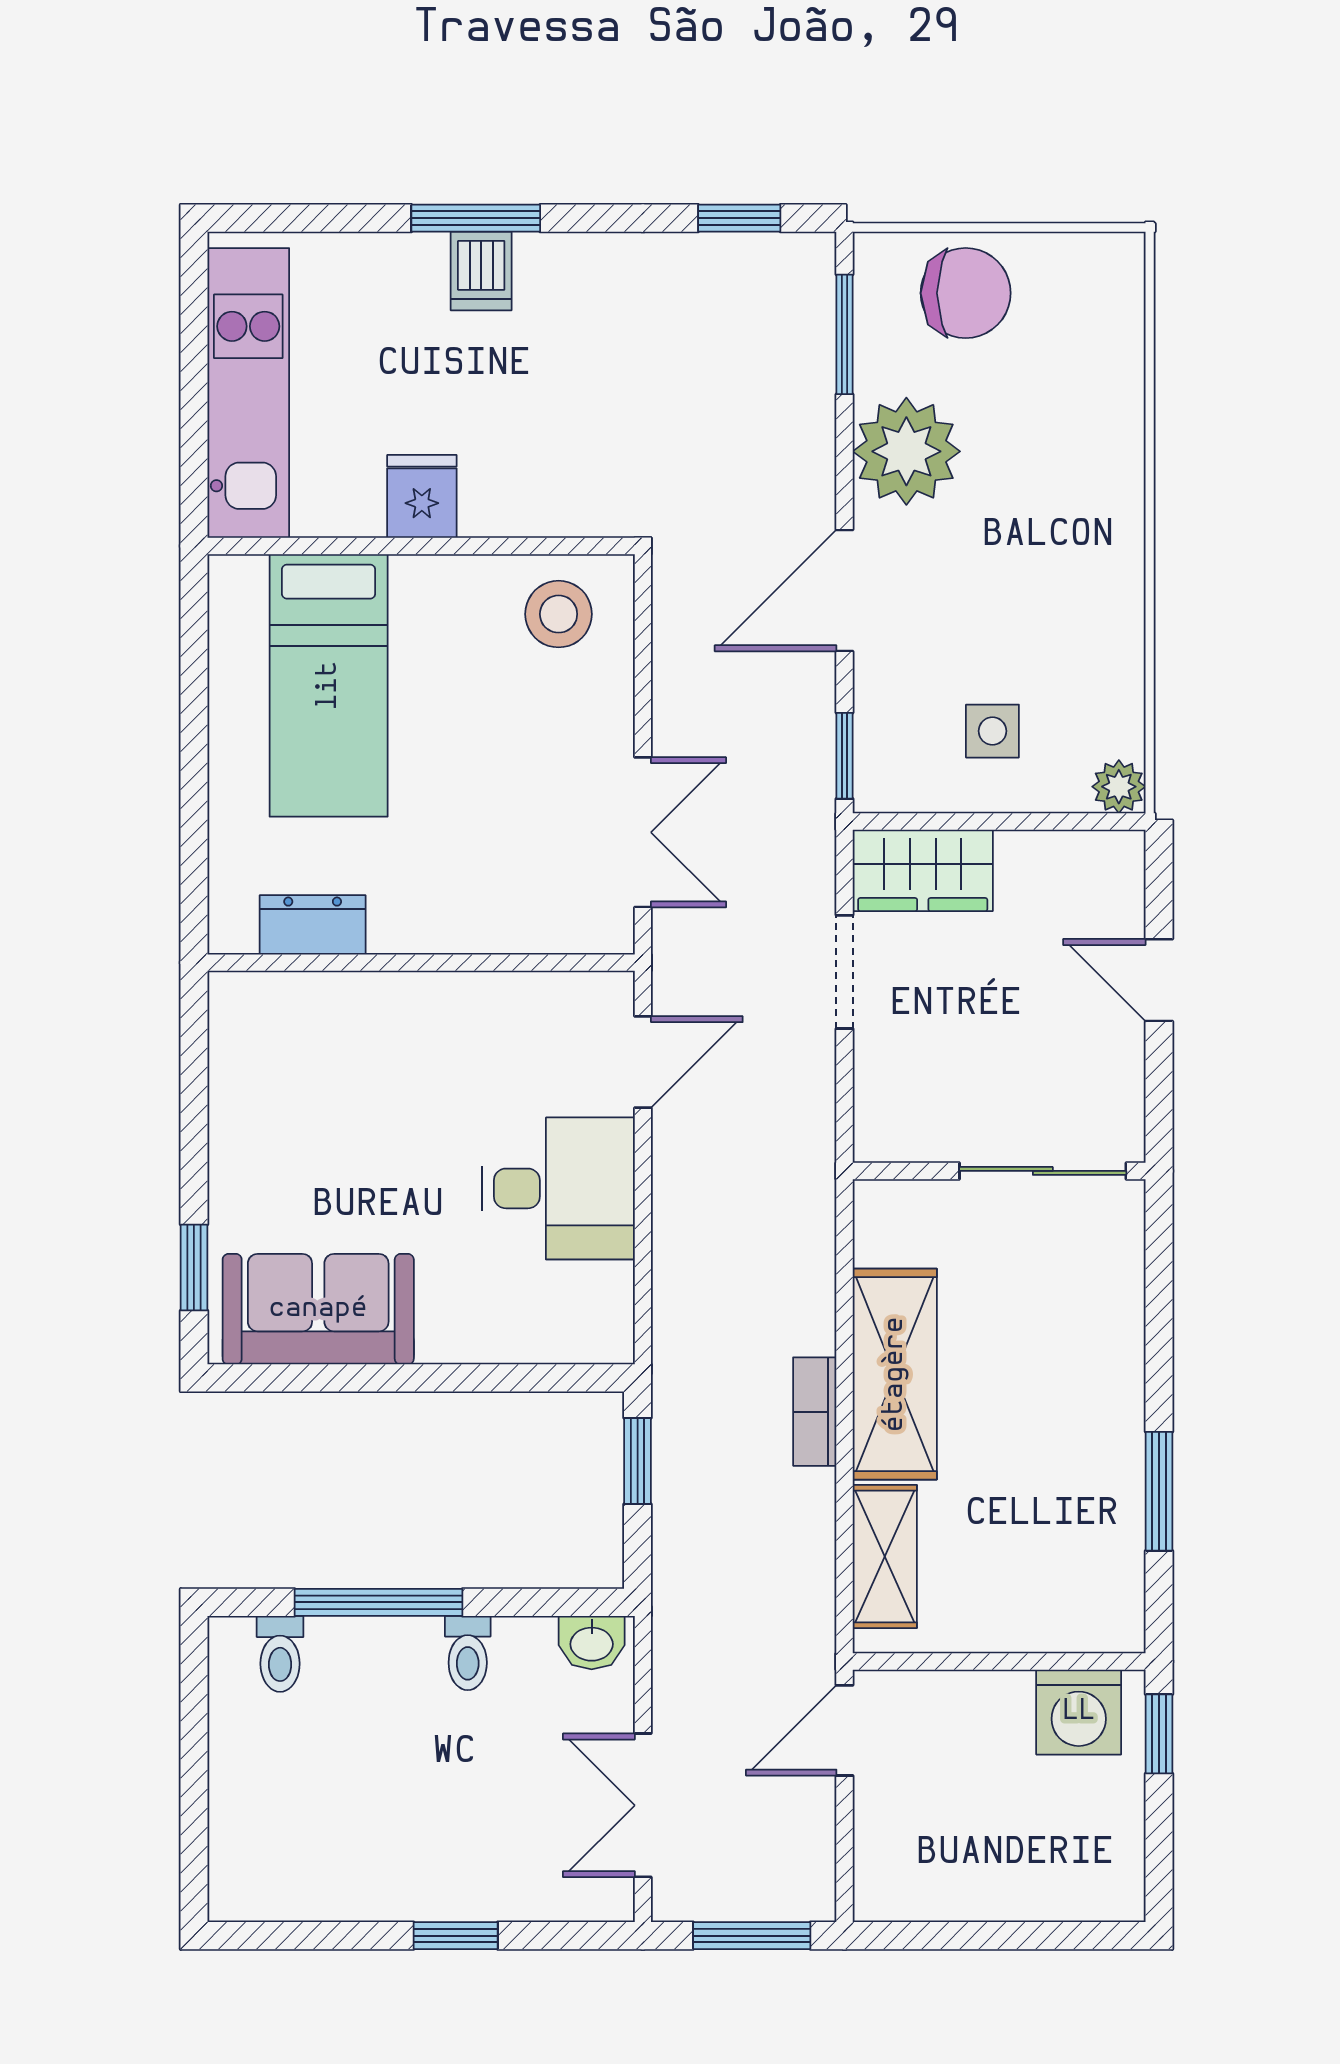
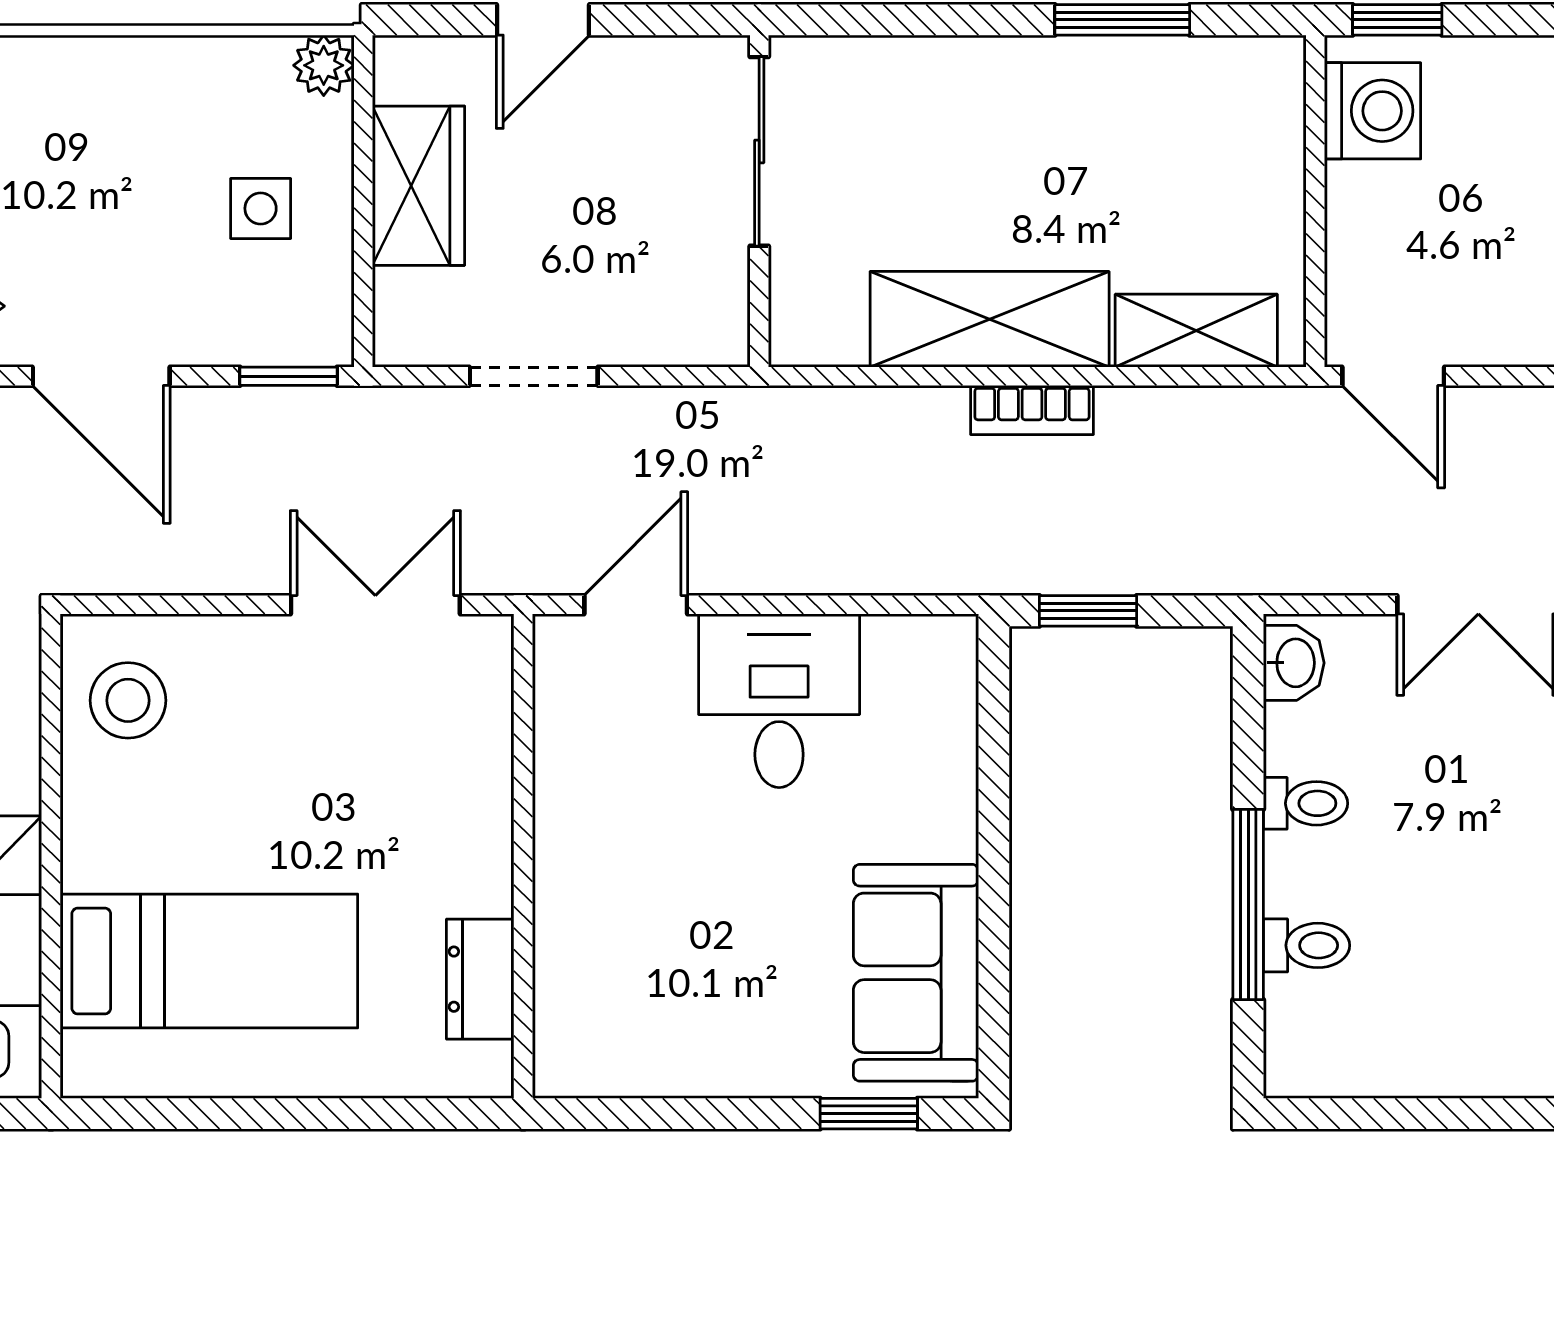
wardrobe: (923, 870) -> (418, 186), moved
door: (643, 1062) -> (636, 605), hinge flipped
toilet: (280, 1654) -> (1307, 945), moved

